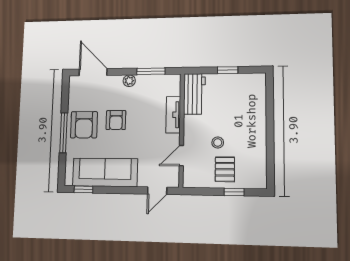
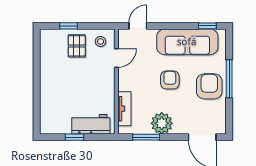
plant: (129, 81) -> (162, 123), width x1.87, depth x1.87
workbench: (194, 94) -> (91, 124), moved, turned 90
tv unit: (173, 115) -> (124, 109), moved
armchair: (116, 120) -> (170, 80), moved
stool: (218, 143) -> (101, 41), moved

